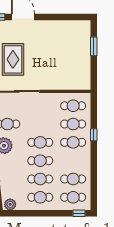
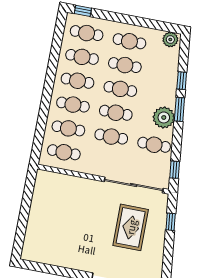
window: (94, 46) -> (22, 224), removed
cafe table: (40, 124) -> (111, 137), added
window: (94, 135) -> (44, 109), removed
cafe table: (73, 161) -> (77, 81), added

